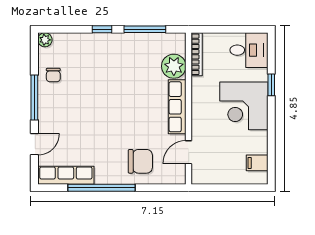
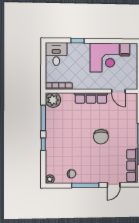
plant: (174, 66) -> (53, 100), moved
corner desk: (244, 106) -> (105, 58), moved
door: (34, 144) -> (114, 185), swing flipped
chair: (140, 161) -> (101, 137), moved, turned 180

